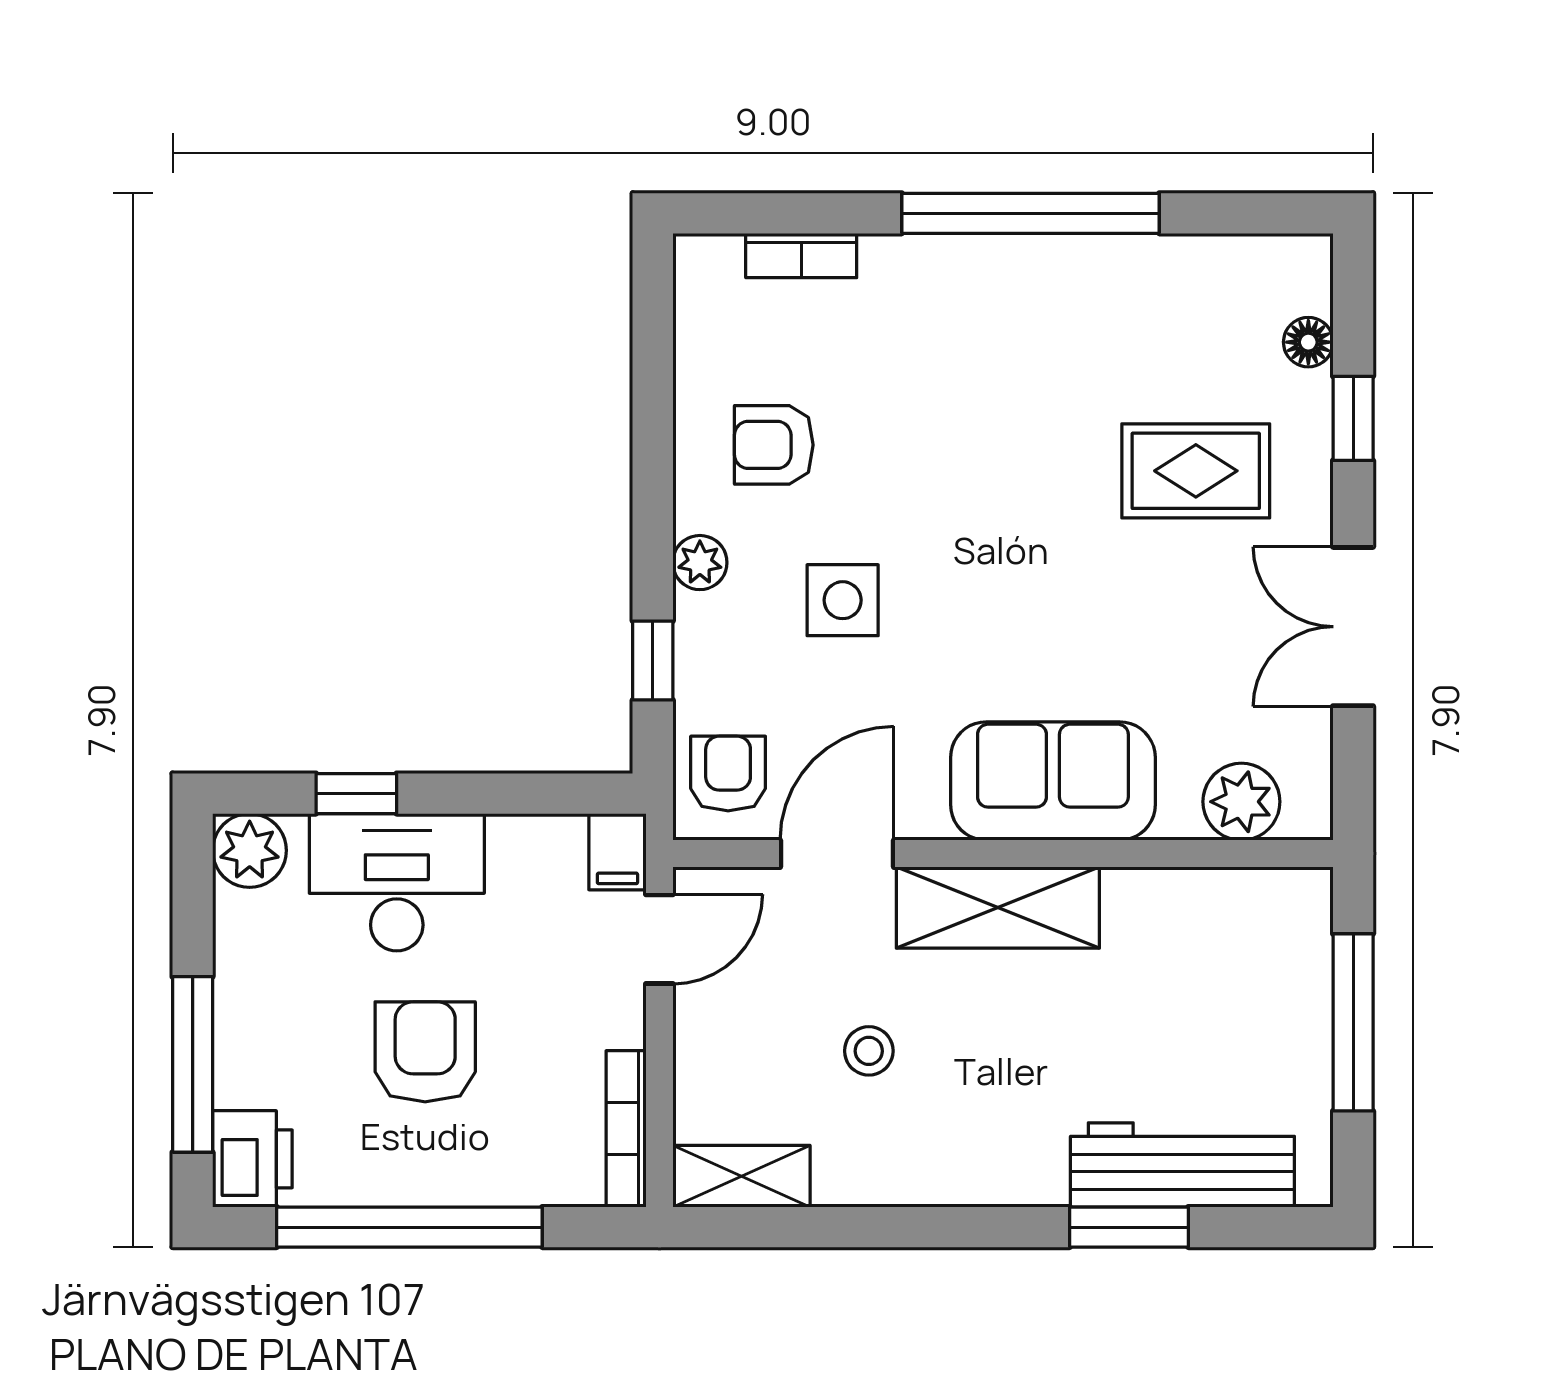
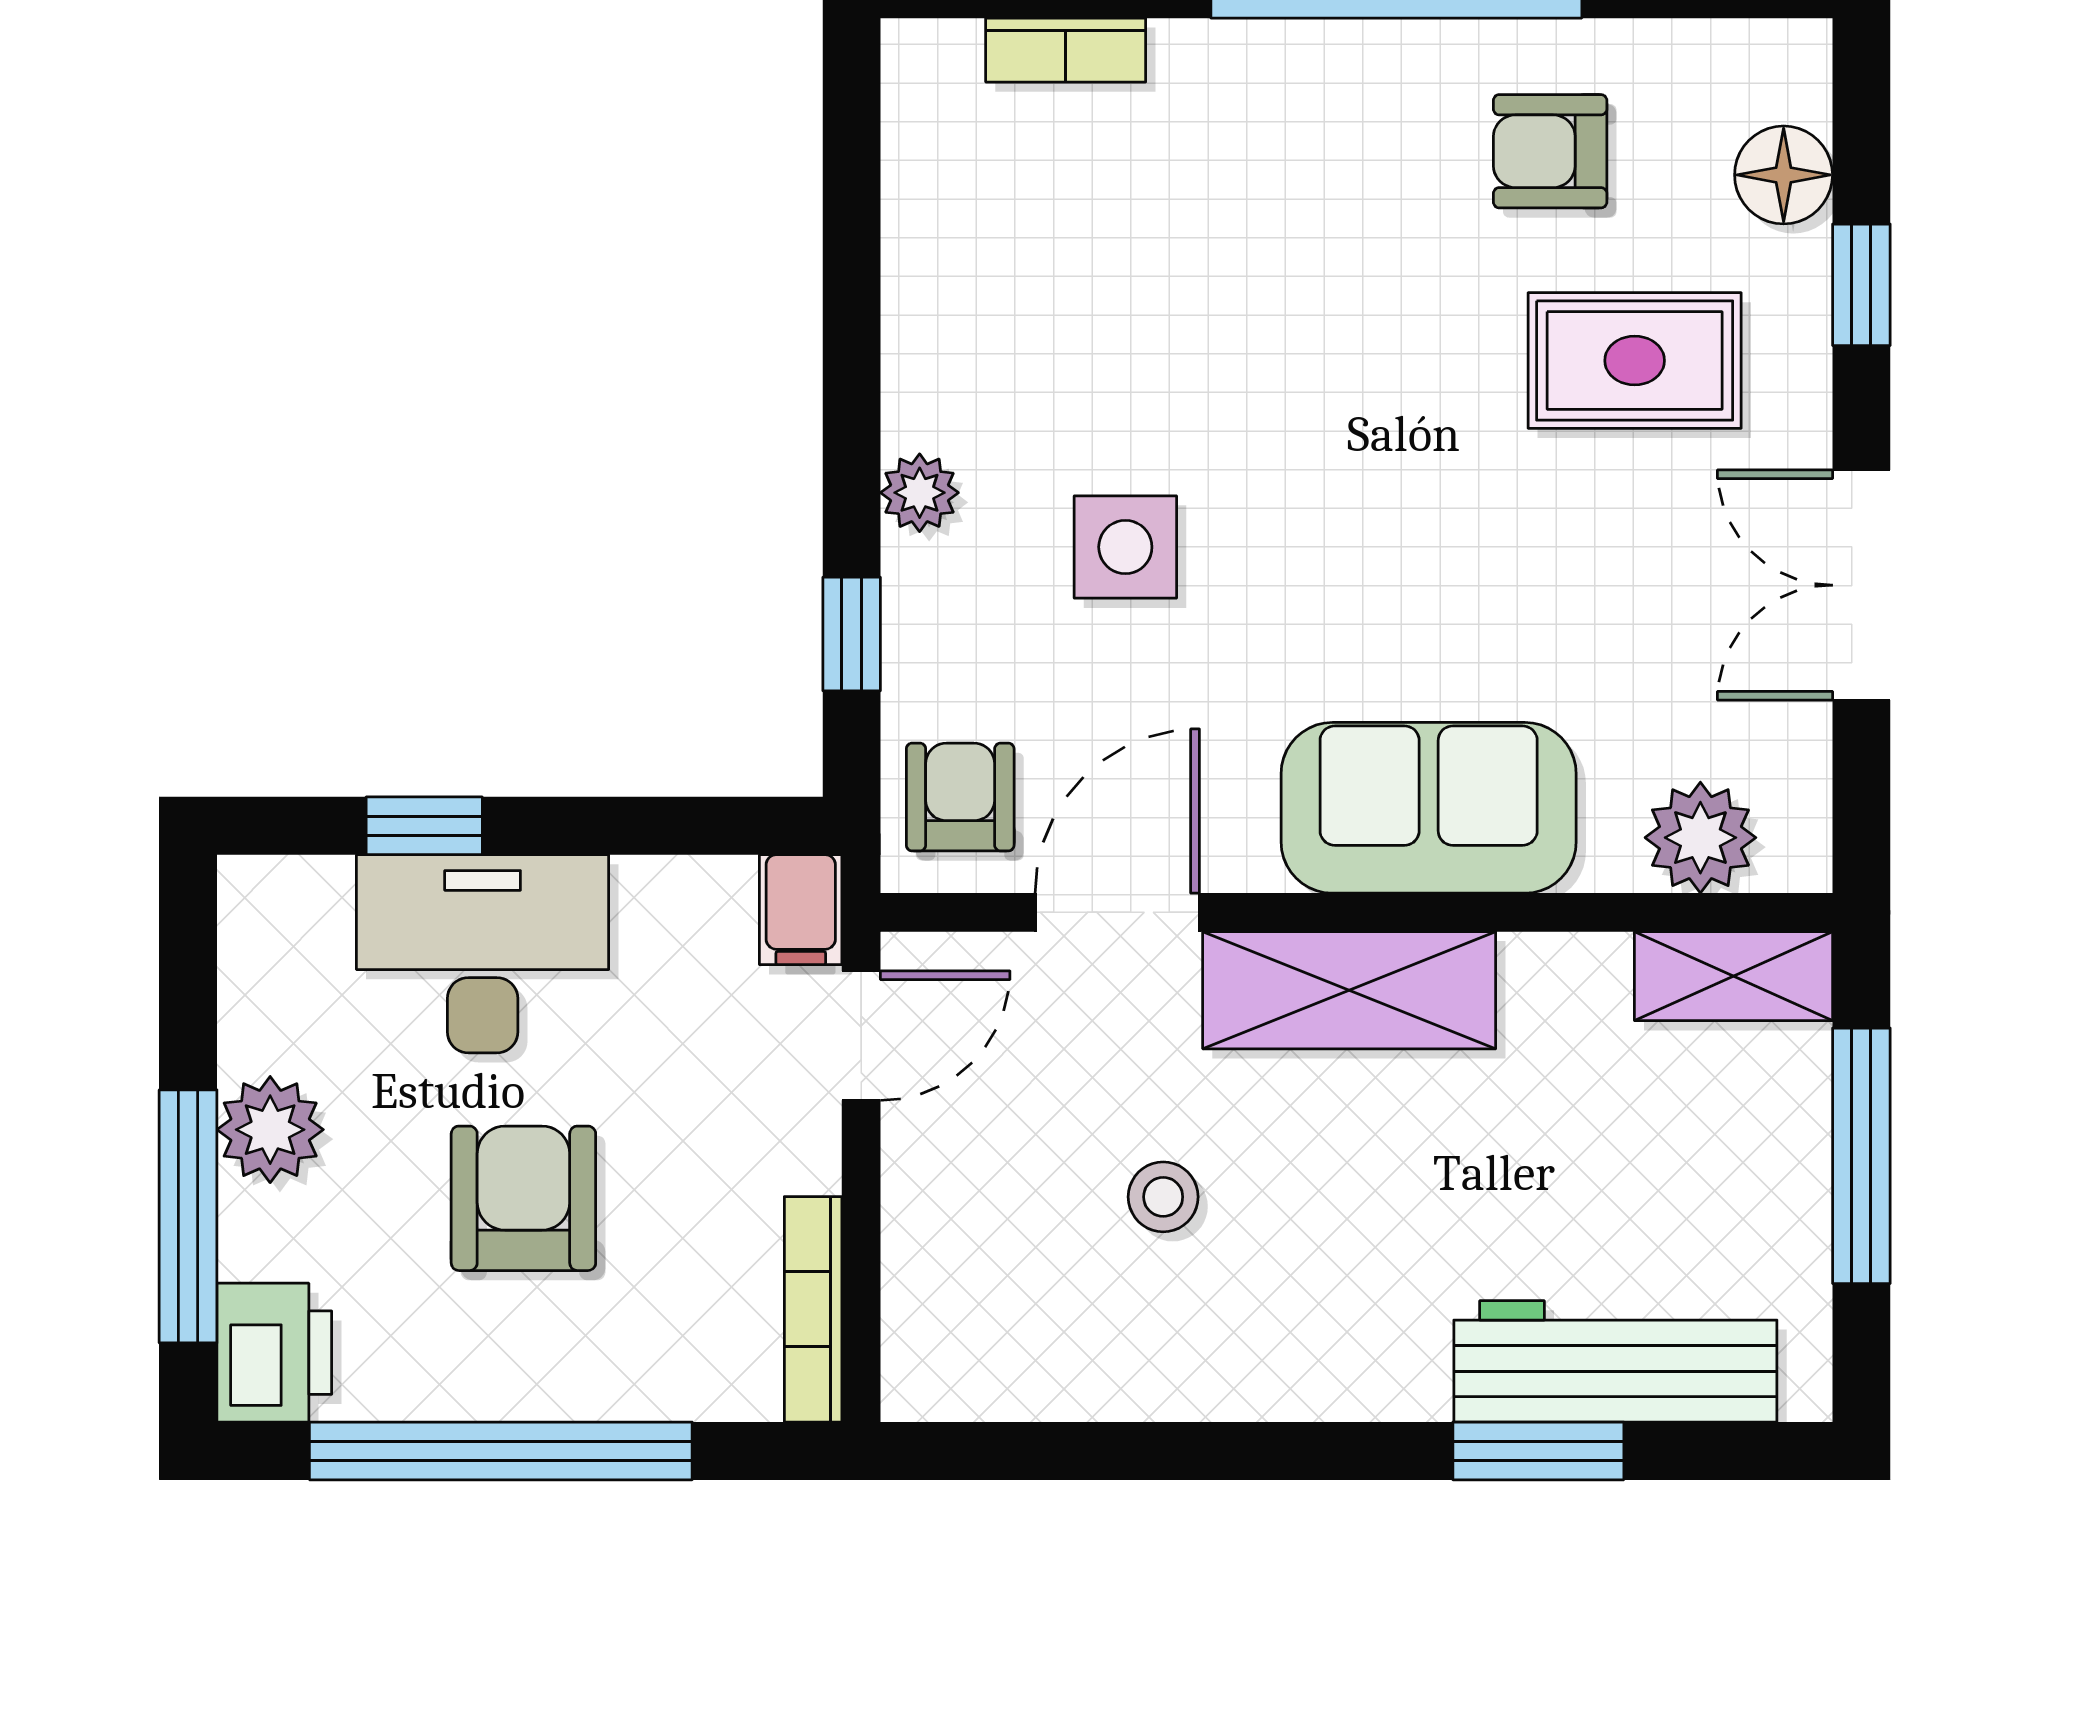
floor lamp: (1308, 342) -> (1784, 175), width x1.37, depth x1.37
armchair: (774, 445) -> (1550, 151), moved
plant: (250, 850) -> (270, 1130), moved
shelving: (741, 1176) -> (1733, 976), moved

